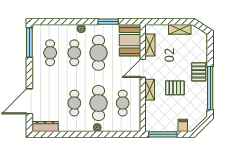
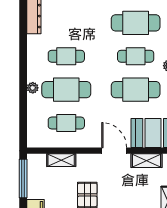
cafe table: (50, 53) -> (136, 23), width x1.37, depth x1.35
shelving: (150, 90) -> (61, 160), moved

